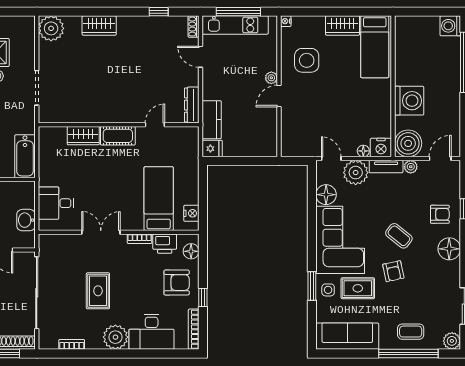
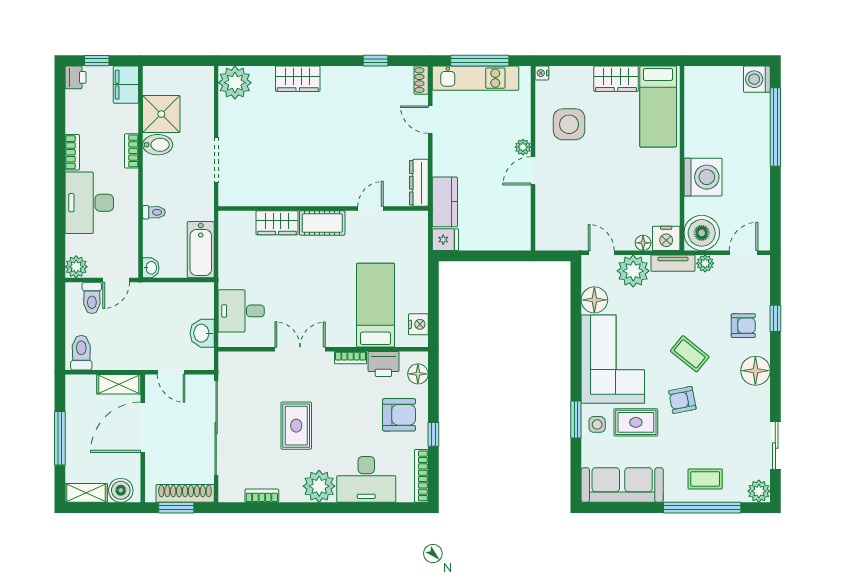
armchair: (393, 271) -> (682, 400), turned 91

